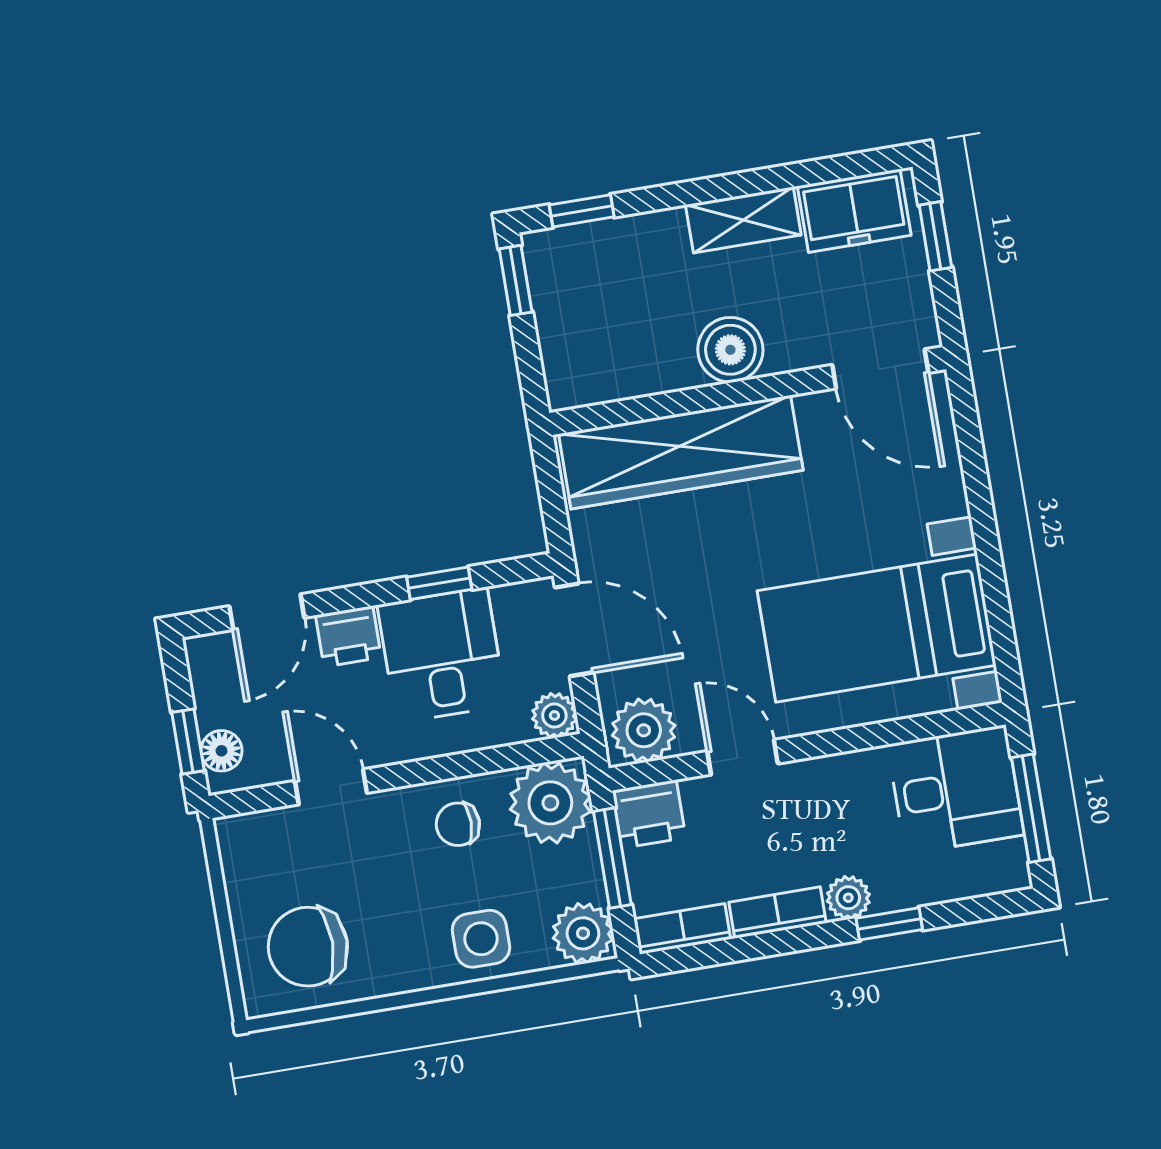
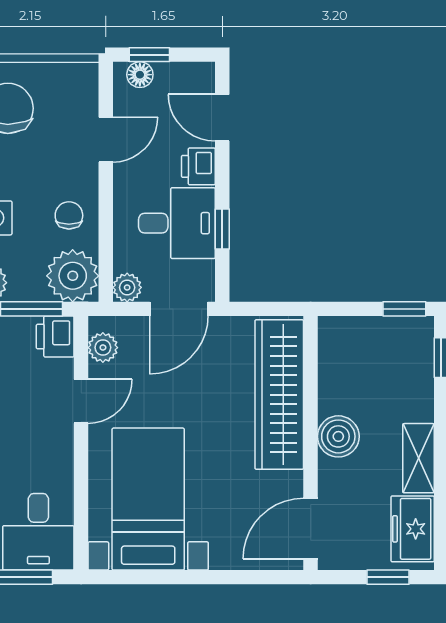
plant: (644, 730) -> (103, 348), width x0.73, depth x0.73

